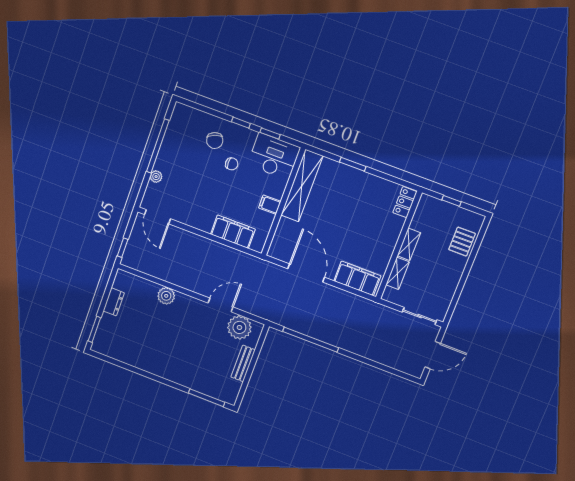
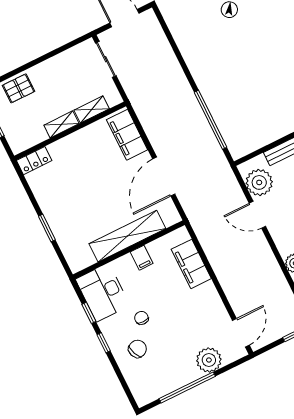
plant: (156, 177) -> (209, 360), width x1.88, depth x1.88
shelving: (302, 186) -> (127, 236), moved

